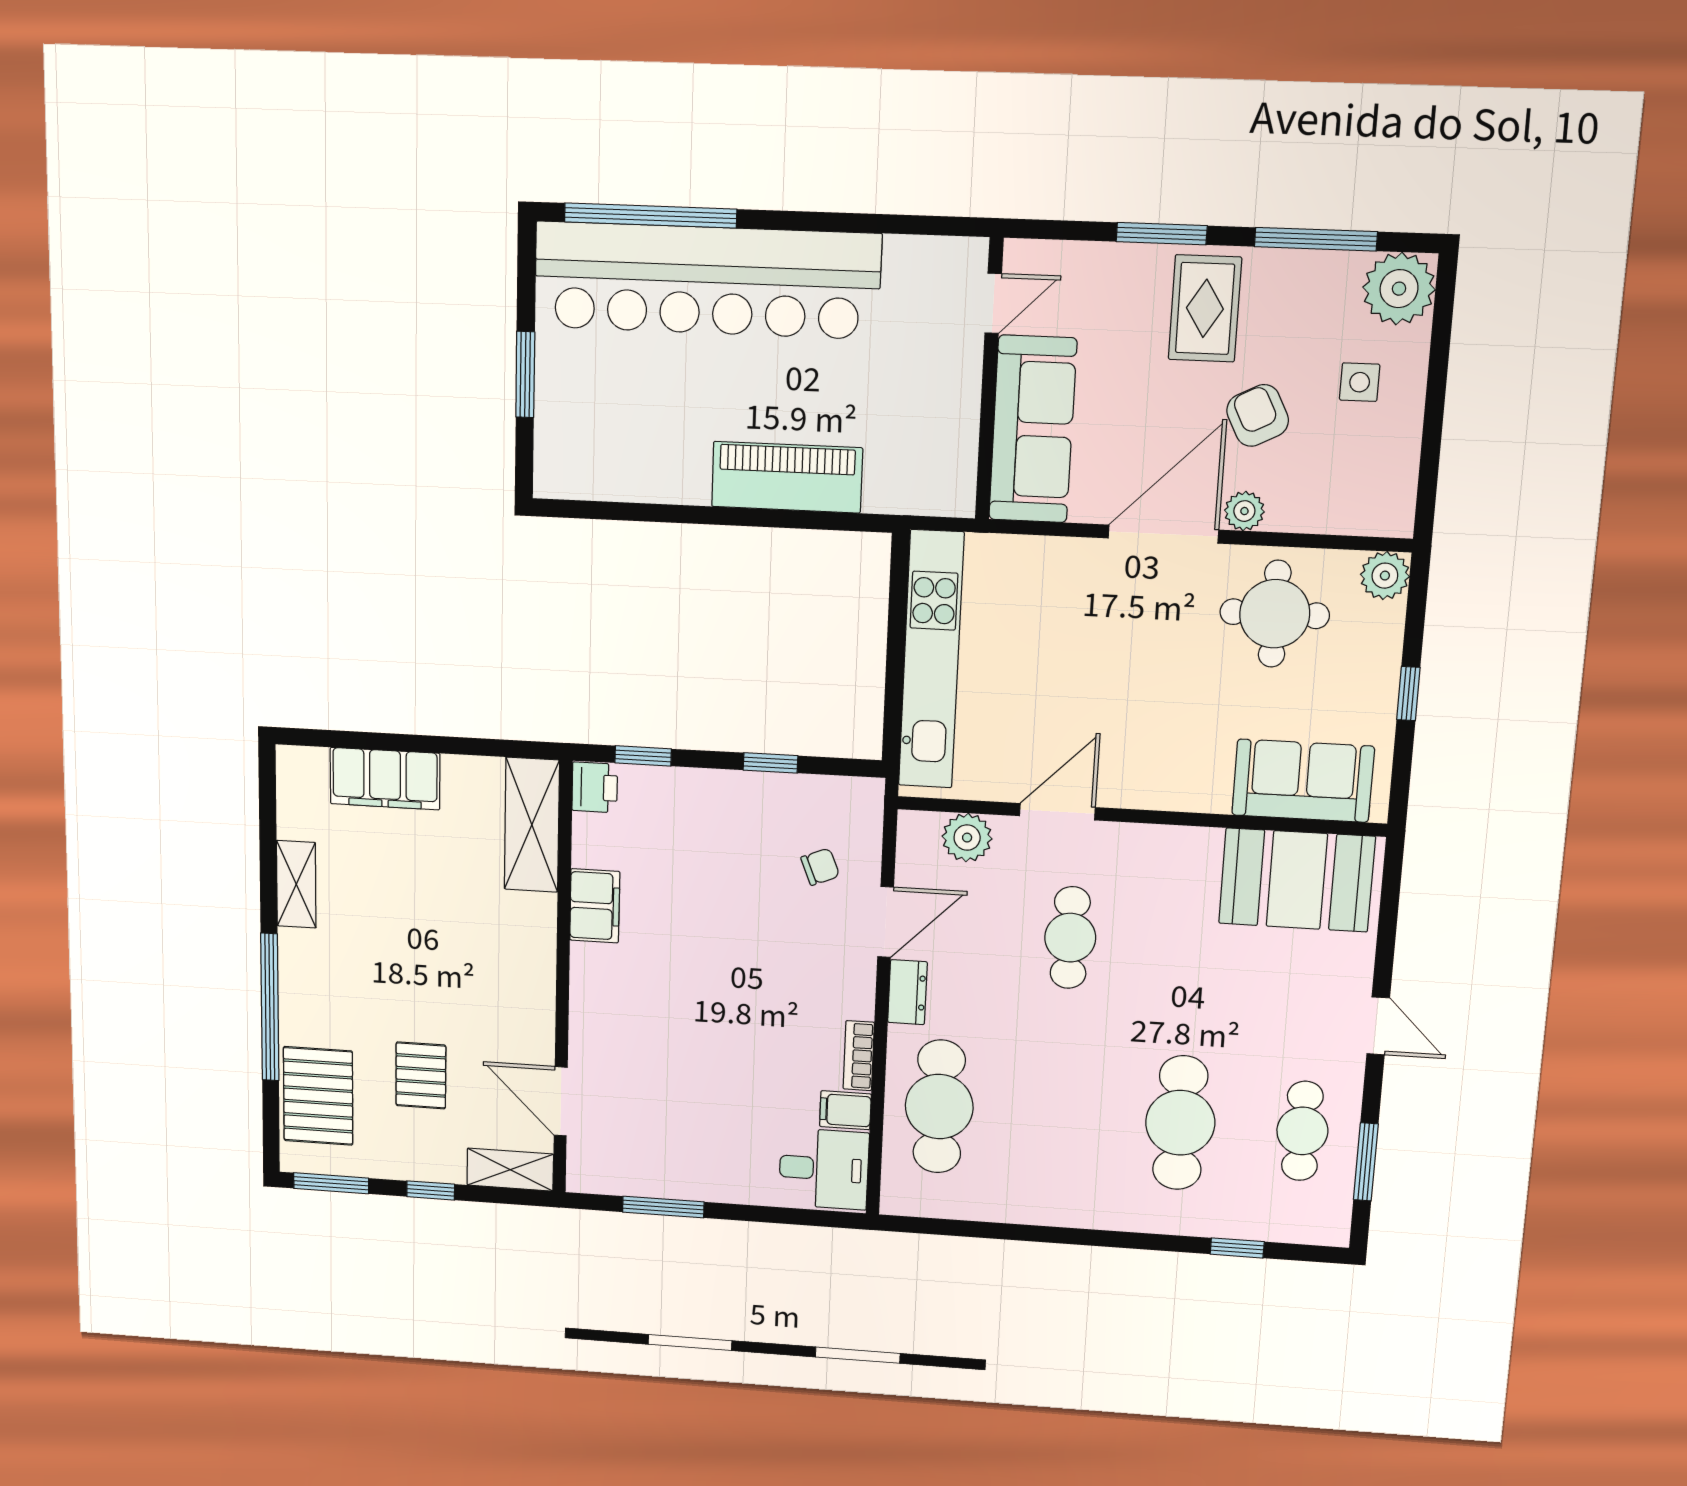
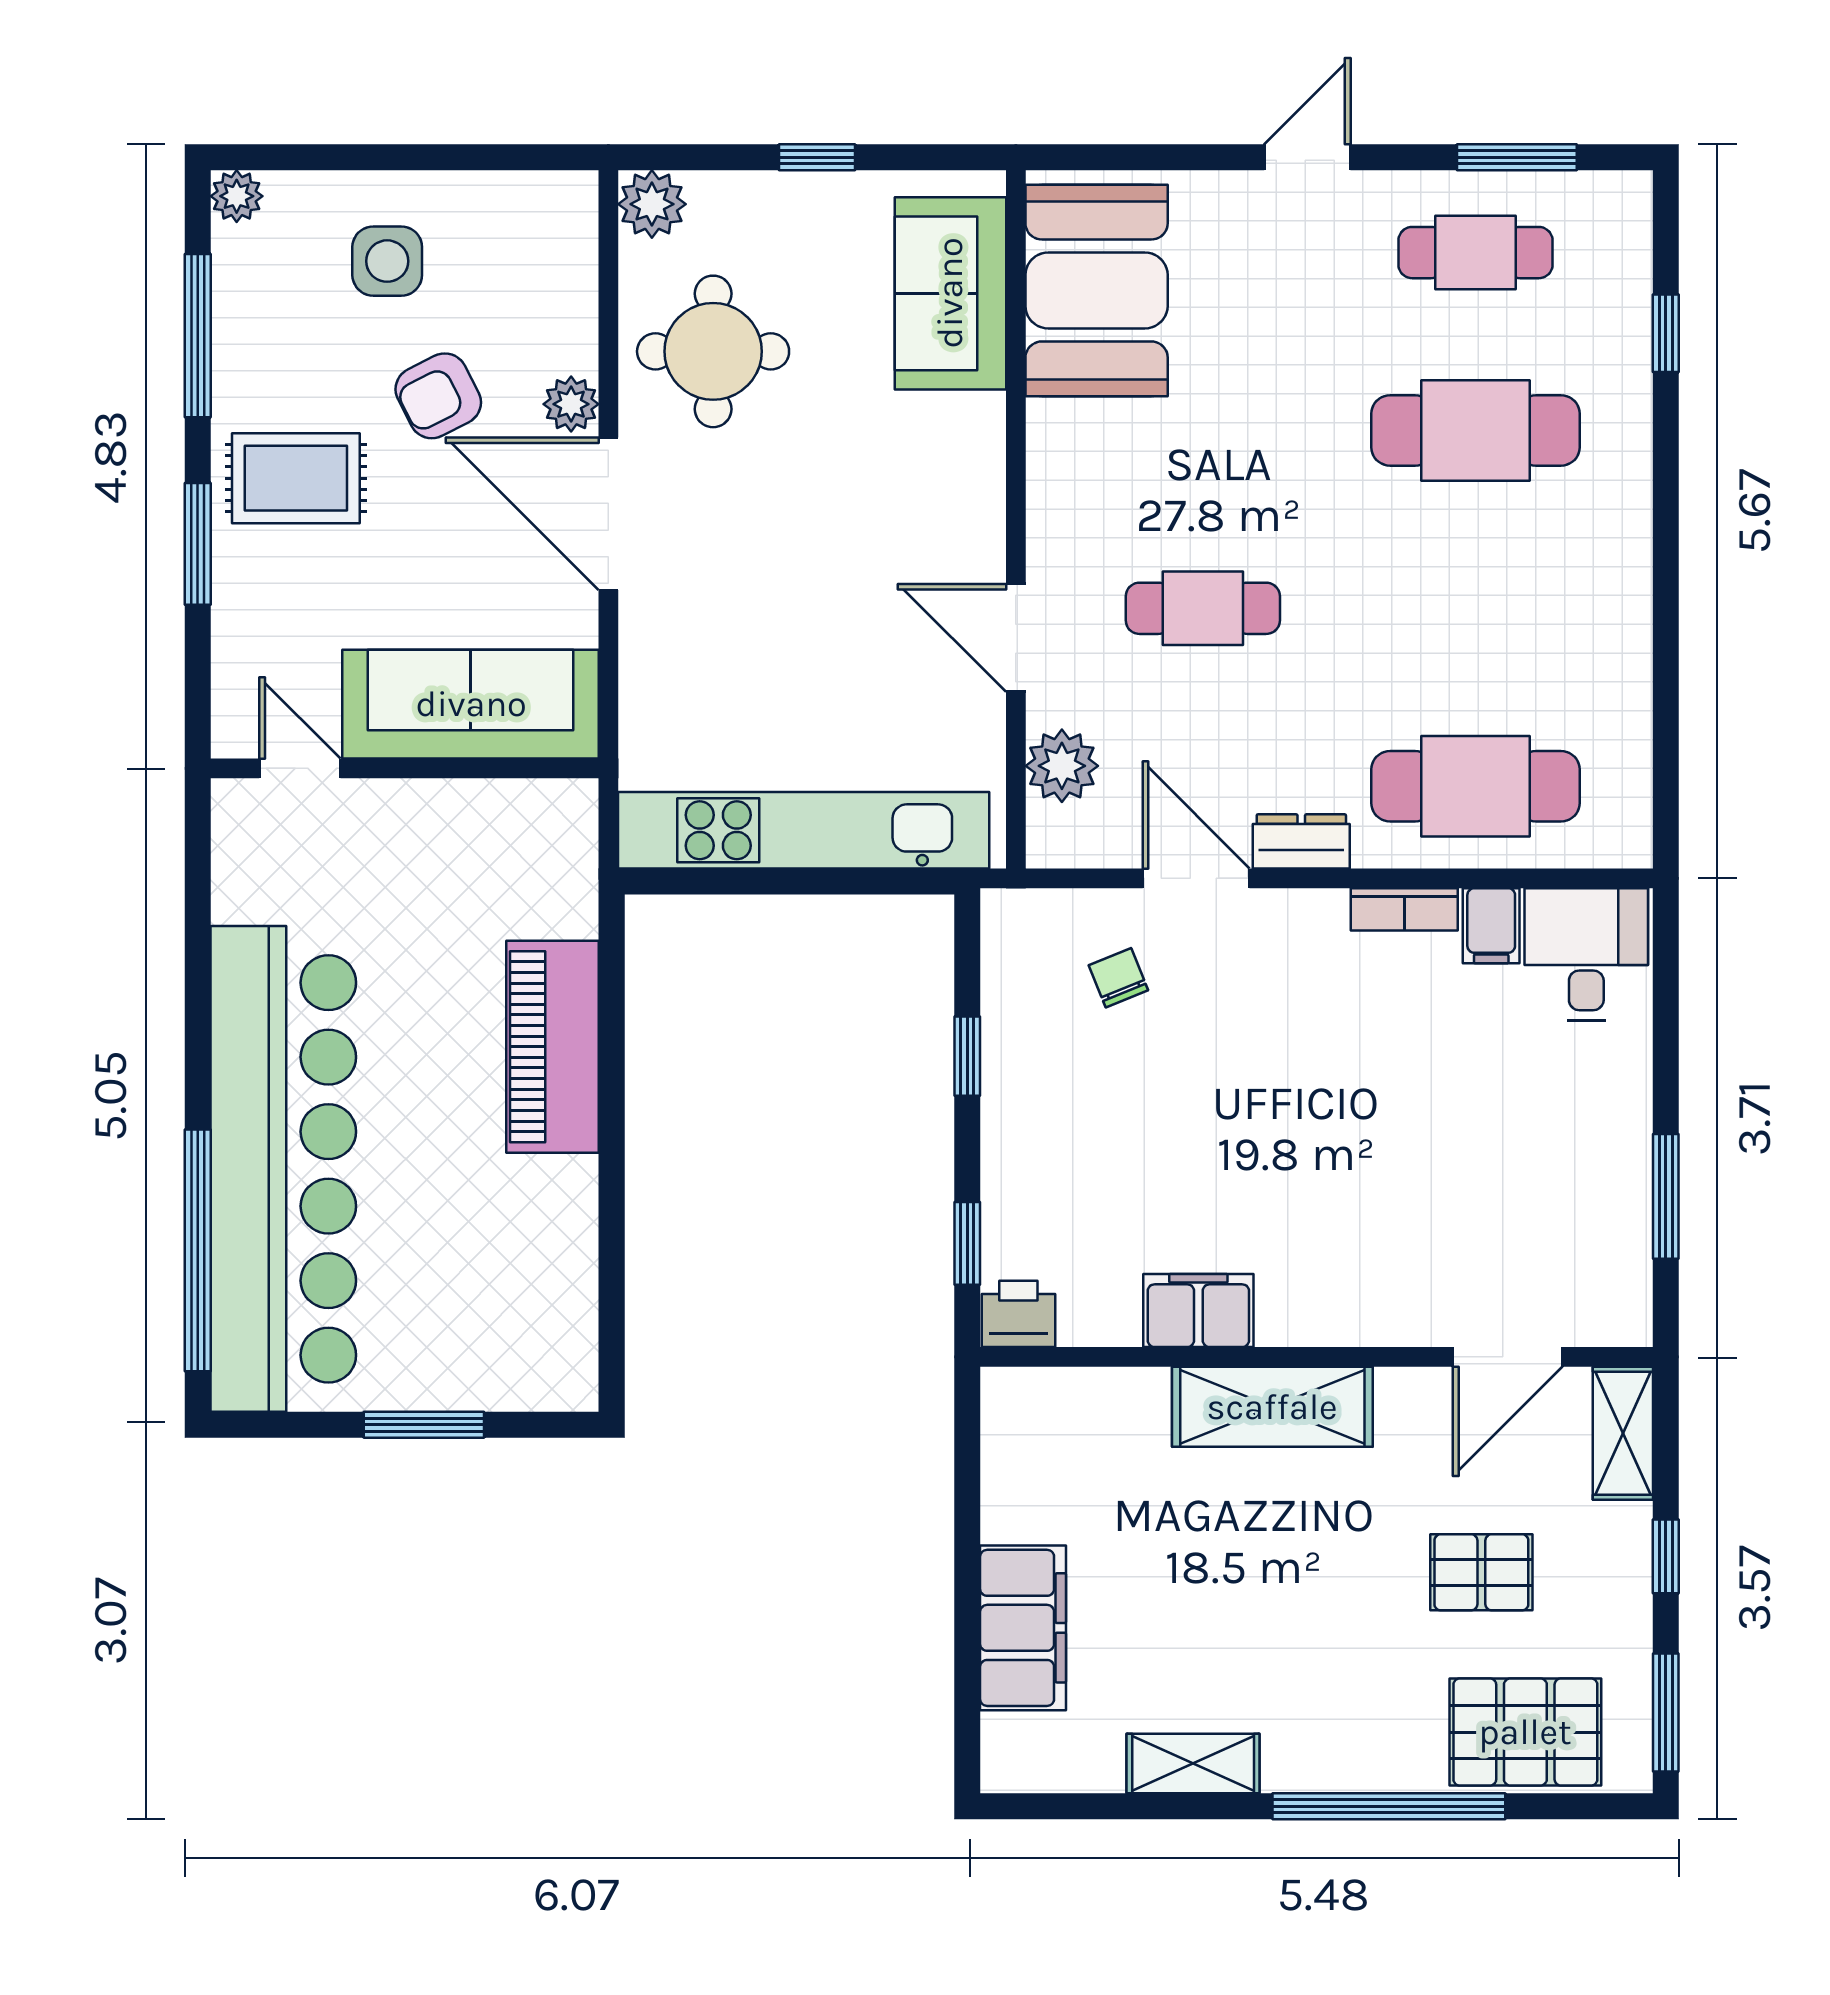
plant: (1399, 289) -> (237, 196), width x0.53, depth x0.53
side table: (1360, 382) -> (387, 261), width x1.37, depth x1.37
shelving: (532, 825) -> (1272, 1407), moved

